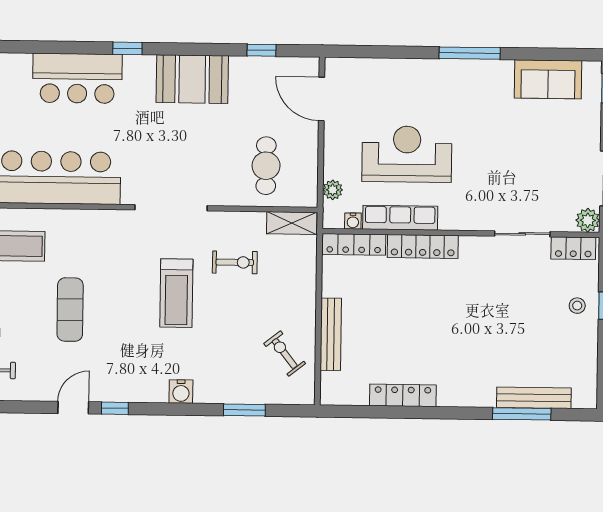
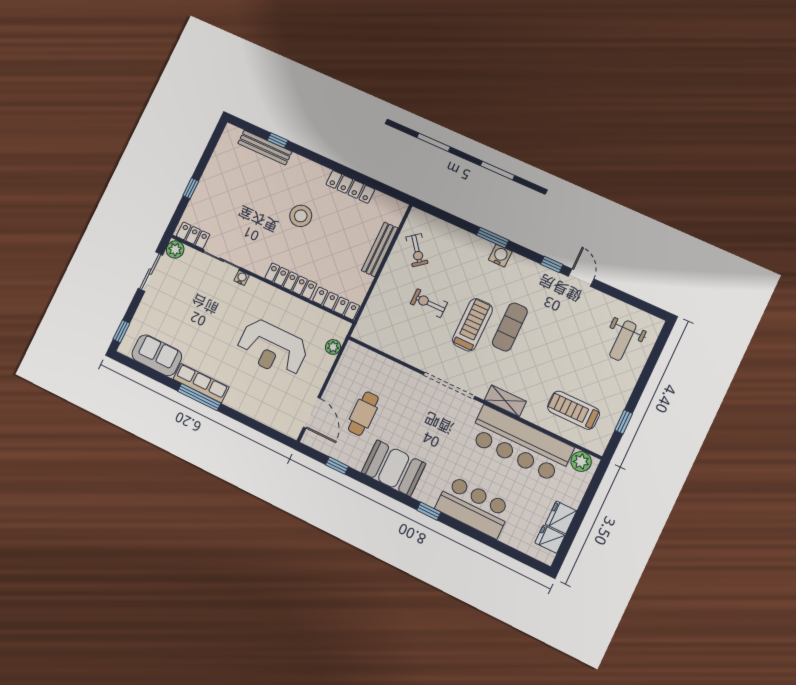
cafe table: (266, 166) -> (363, 414), moved
row of seats: (400, 218) -> (201, 383), moved, turned 180
water cooler: (353, 221) -> (242, 278), moved
shelving: (292, 223) -> (505, 401), moved
exercise bike: (235, 262) -> (429, 303), moved
stool: (577, 306) -> (301, 216), moved, width x1.89, depth x1.89
exercise mat: (70, 310) -> (510, 327), moved
door: (73, 408) -> (581, 278), swing flipped
window: (244, 410) -> (493, 238), moved
window: (522, 414) -> (278, 140), width x0.46

